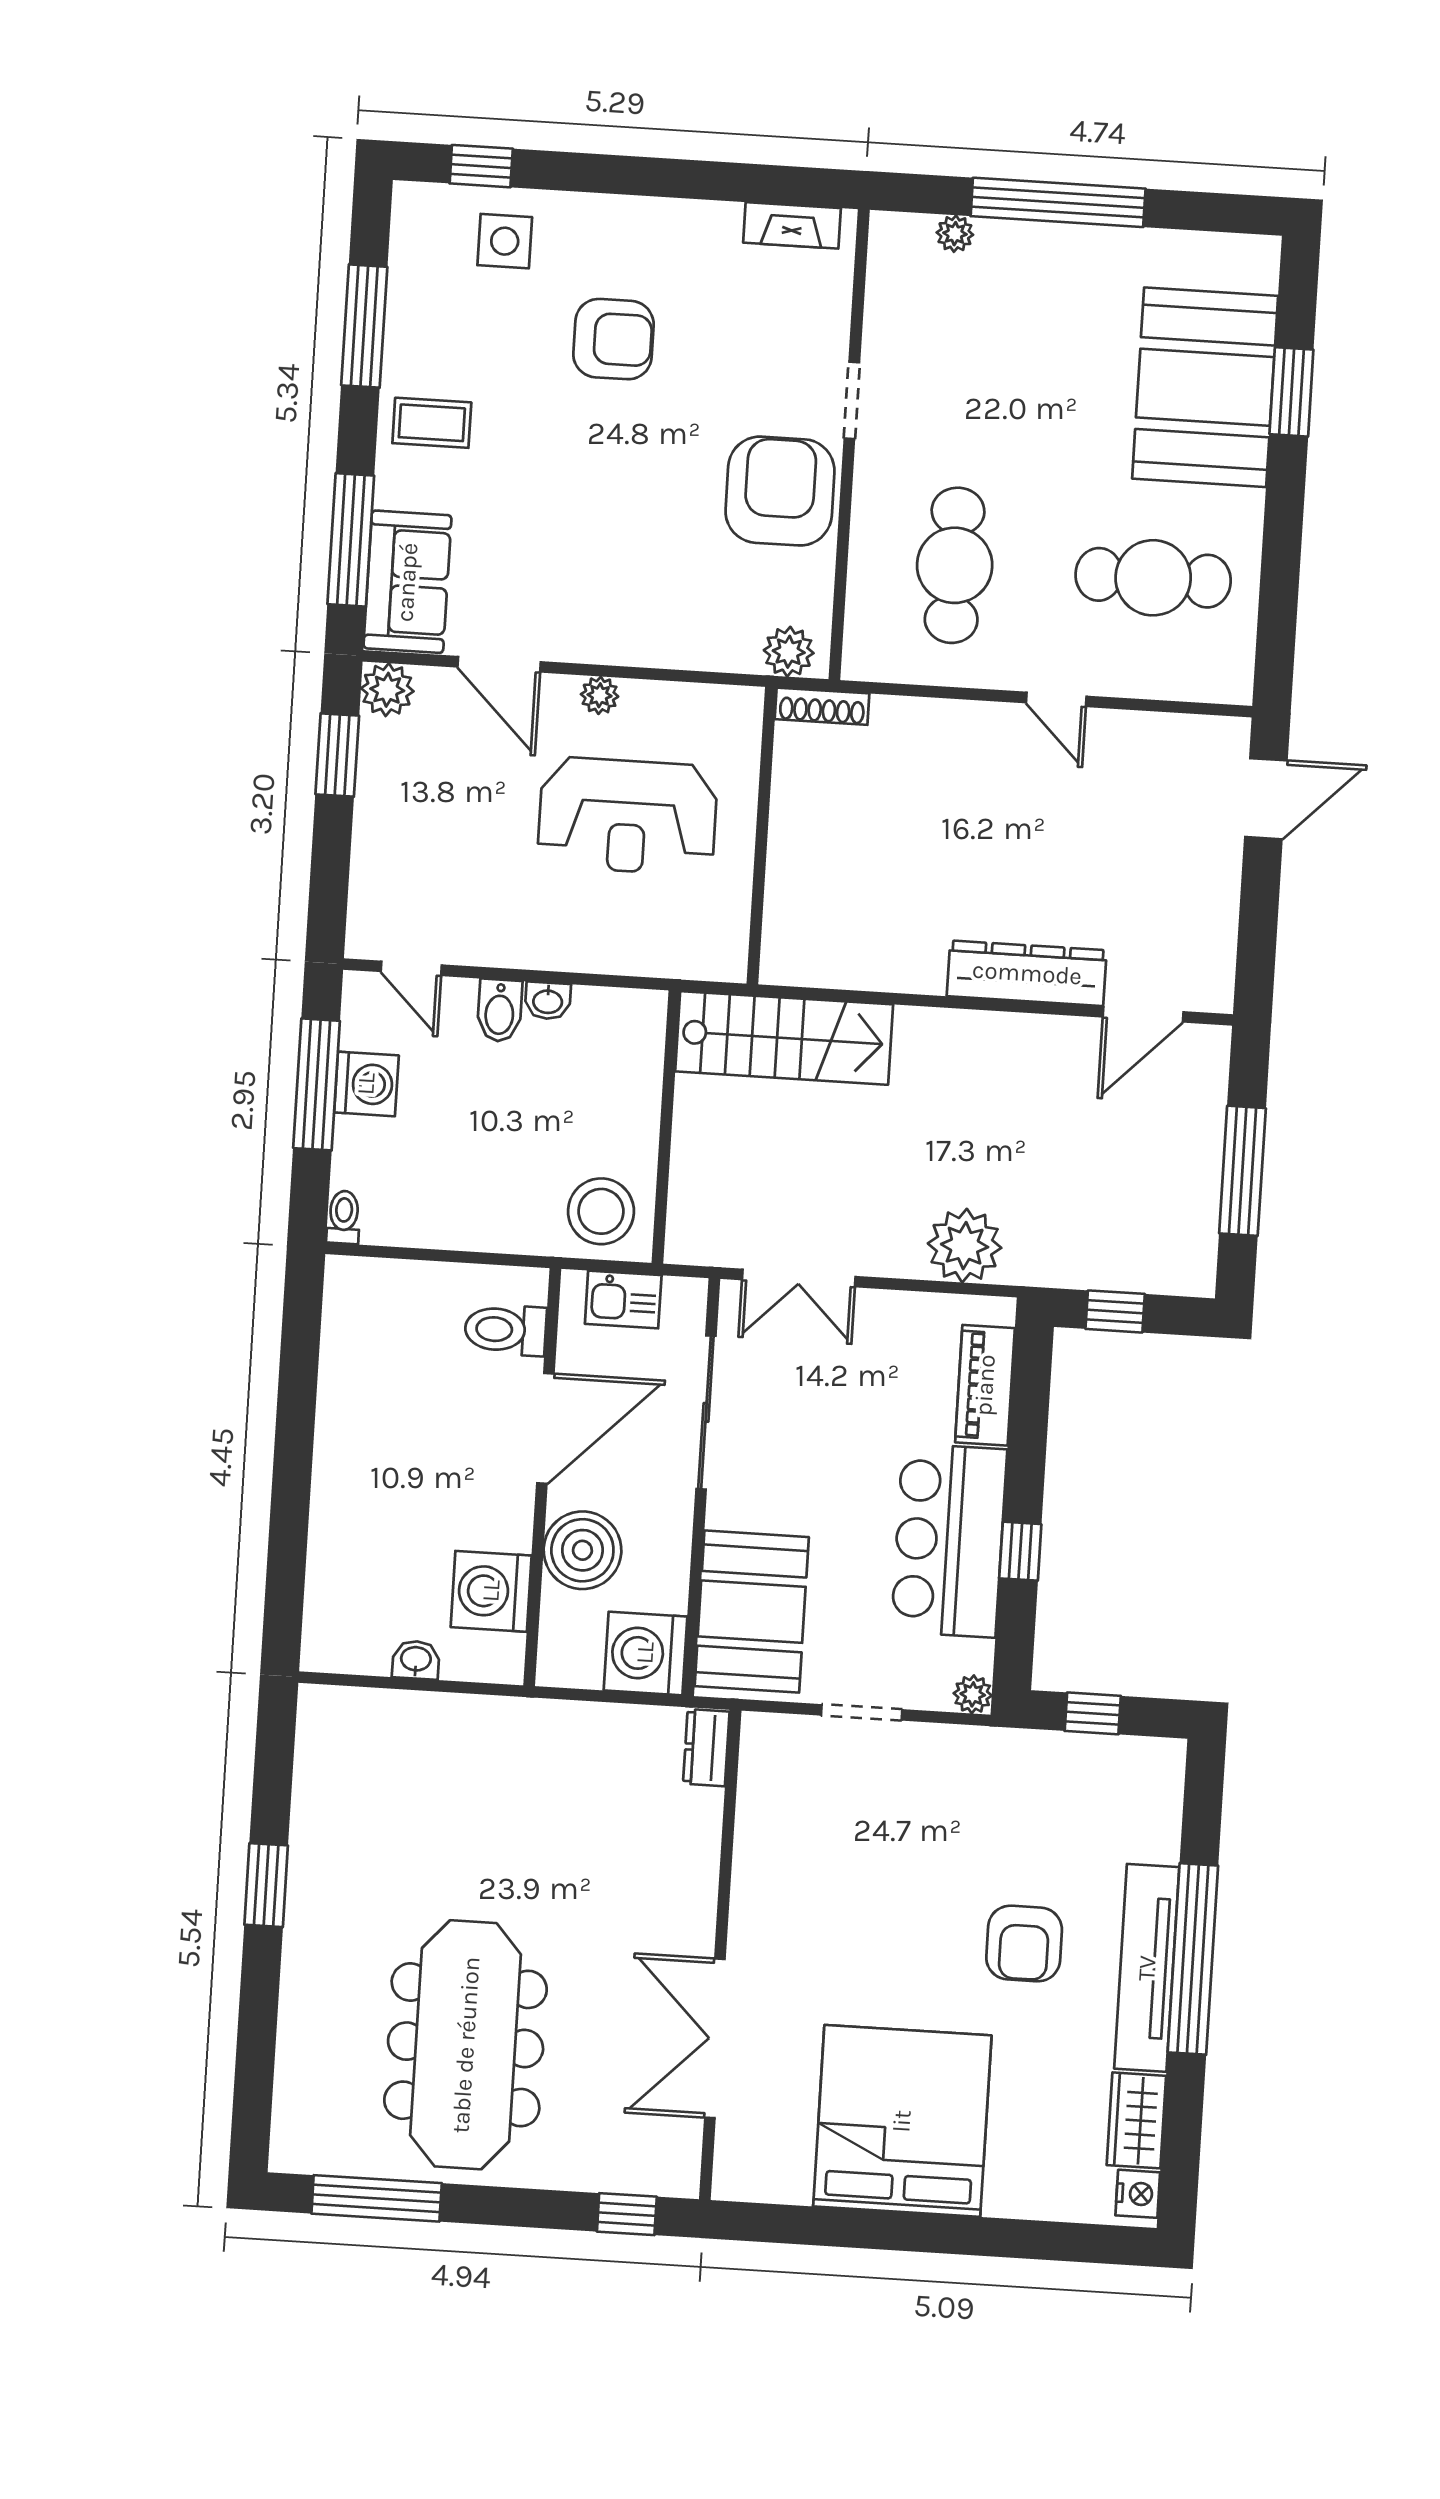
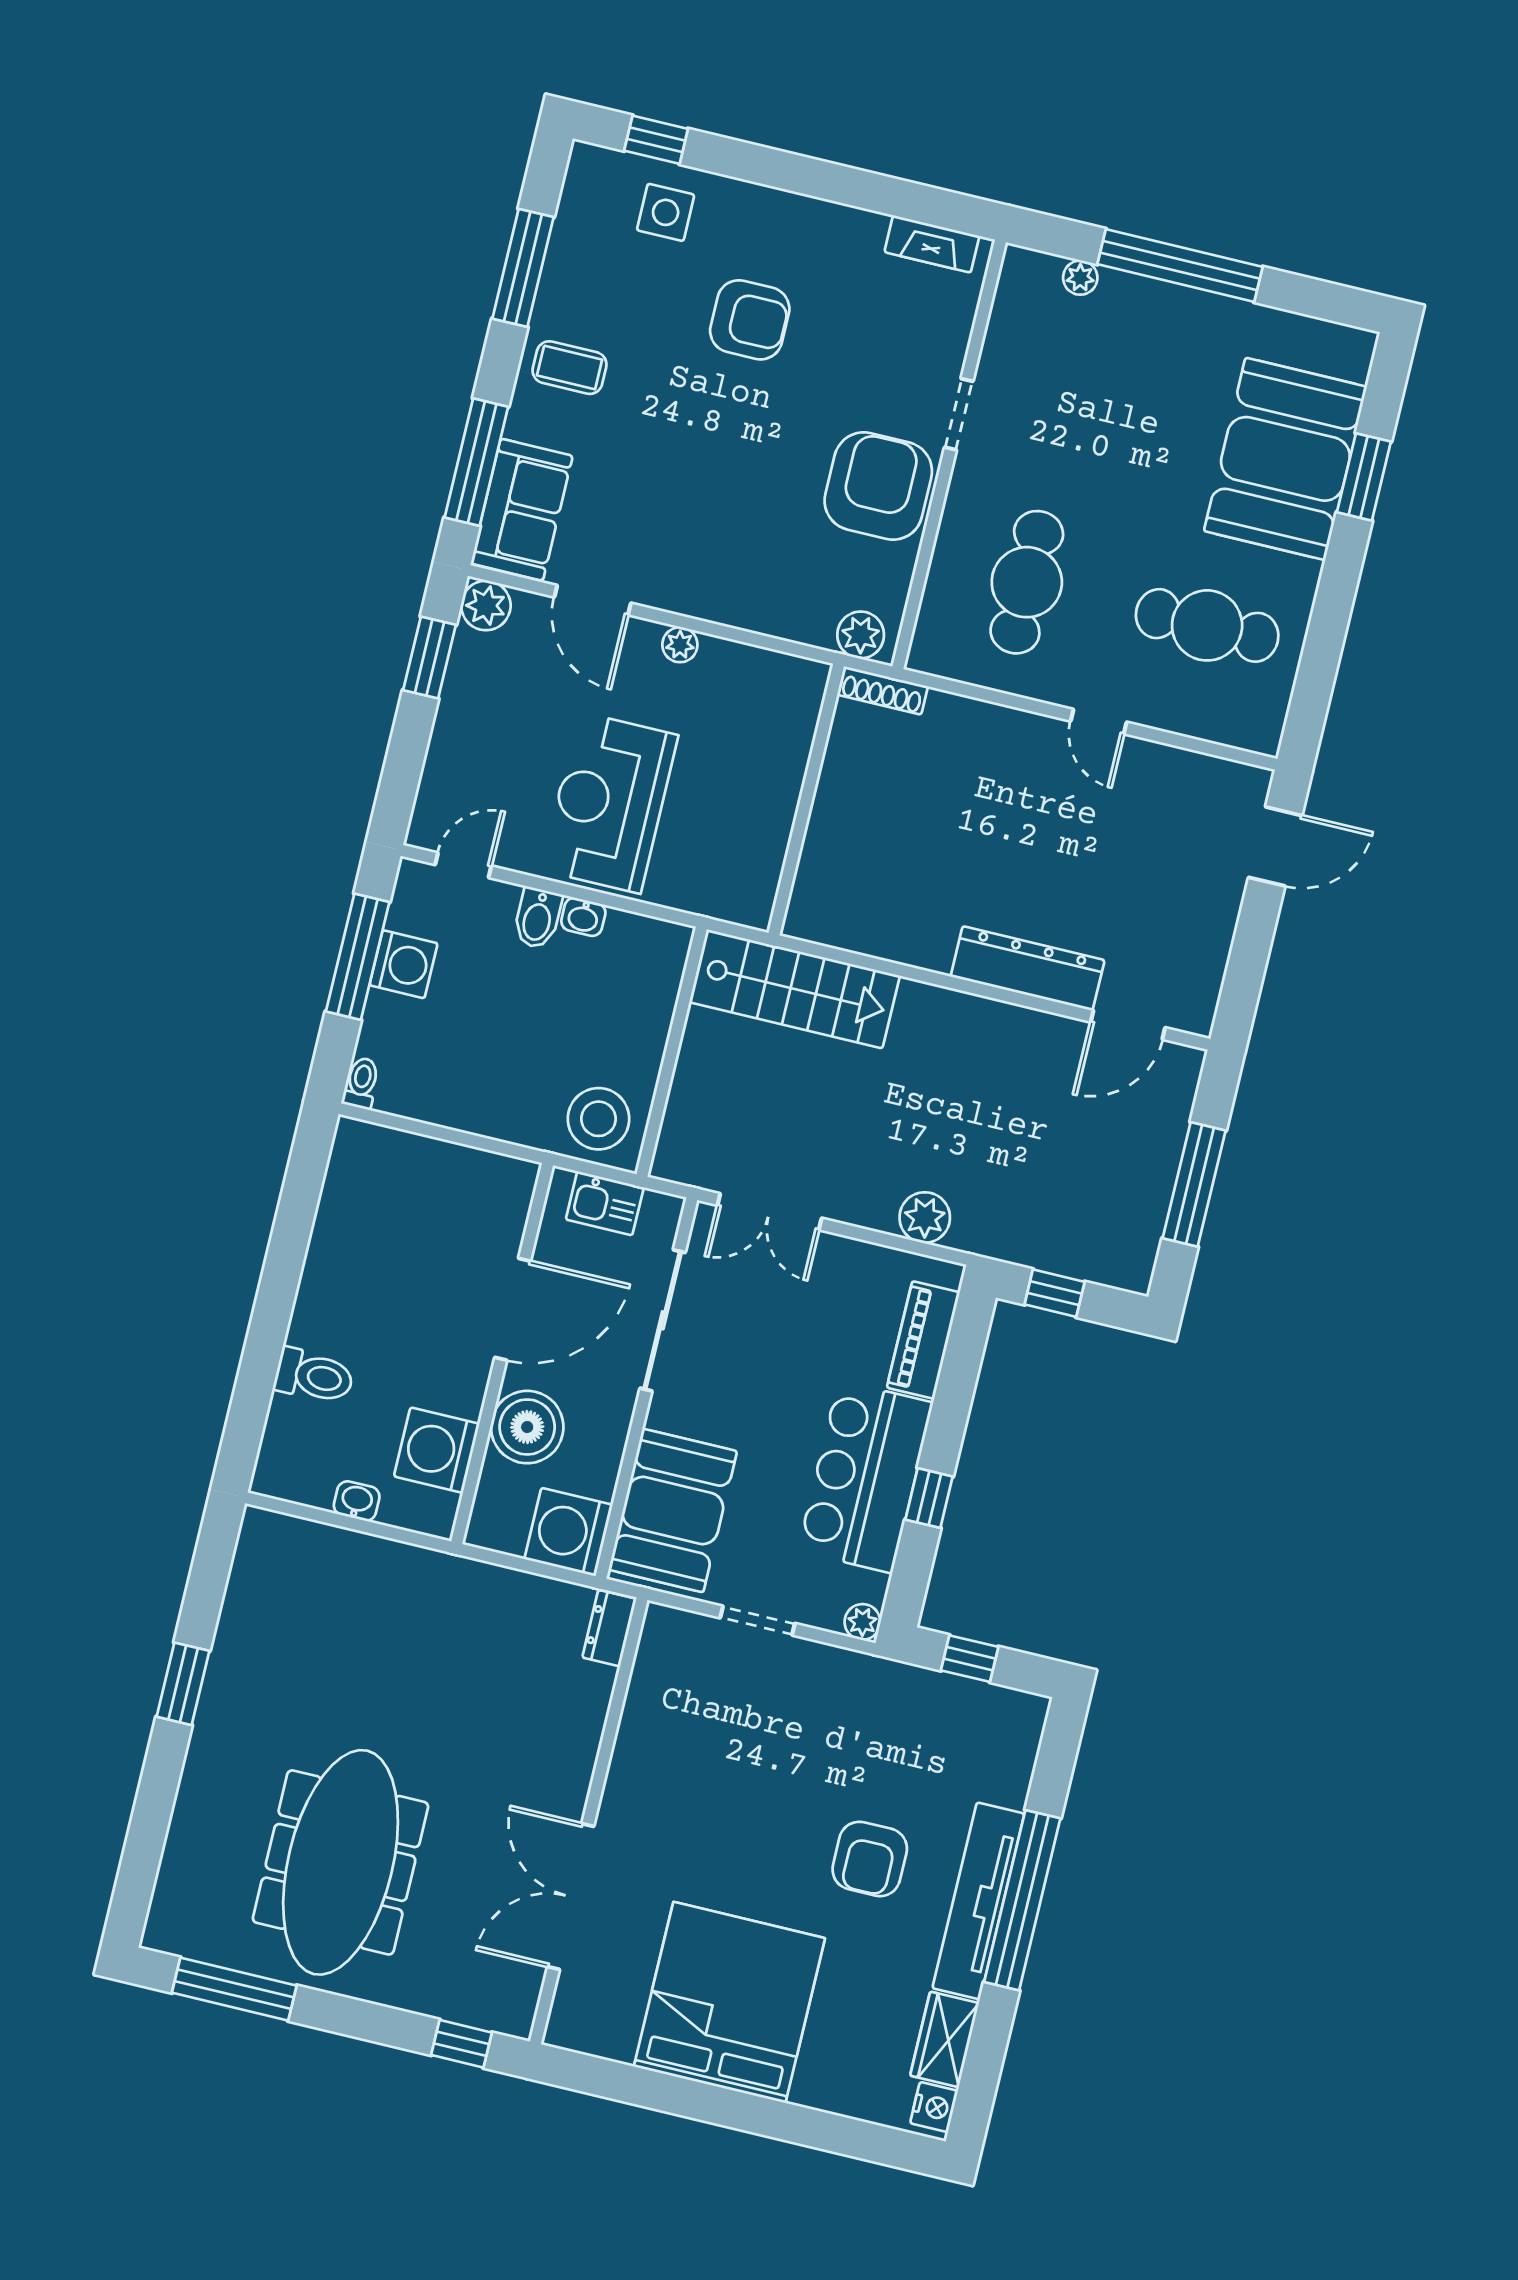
reception desk: (628, 816) -> (610, 803), moved, turned 90
door: (411, 968) -> (463, 865), swing flipped
plant: (965, 1246) -> (925, 1217), width x0.73, depth x0.73
toilet: (505, 1330) -> (314, 1376), moved, turned 180

